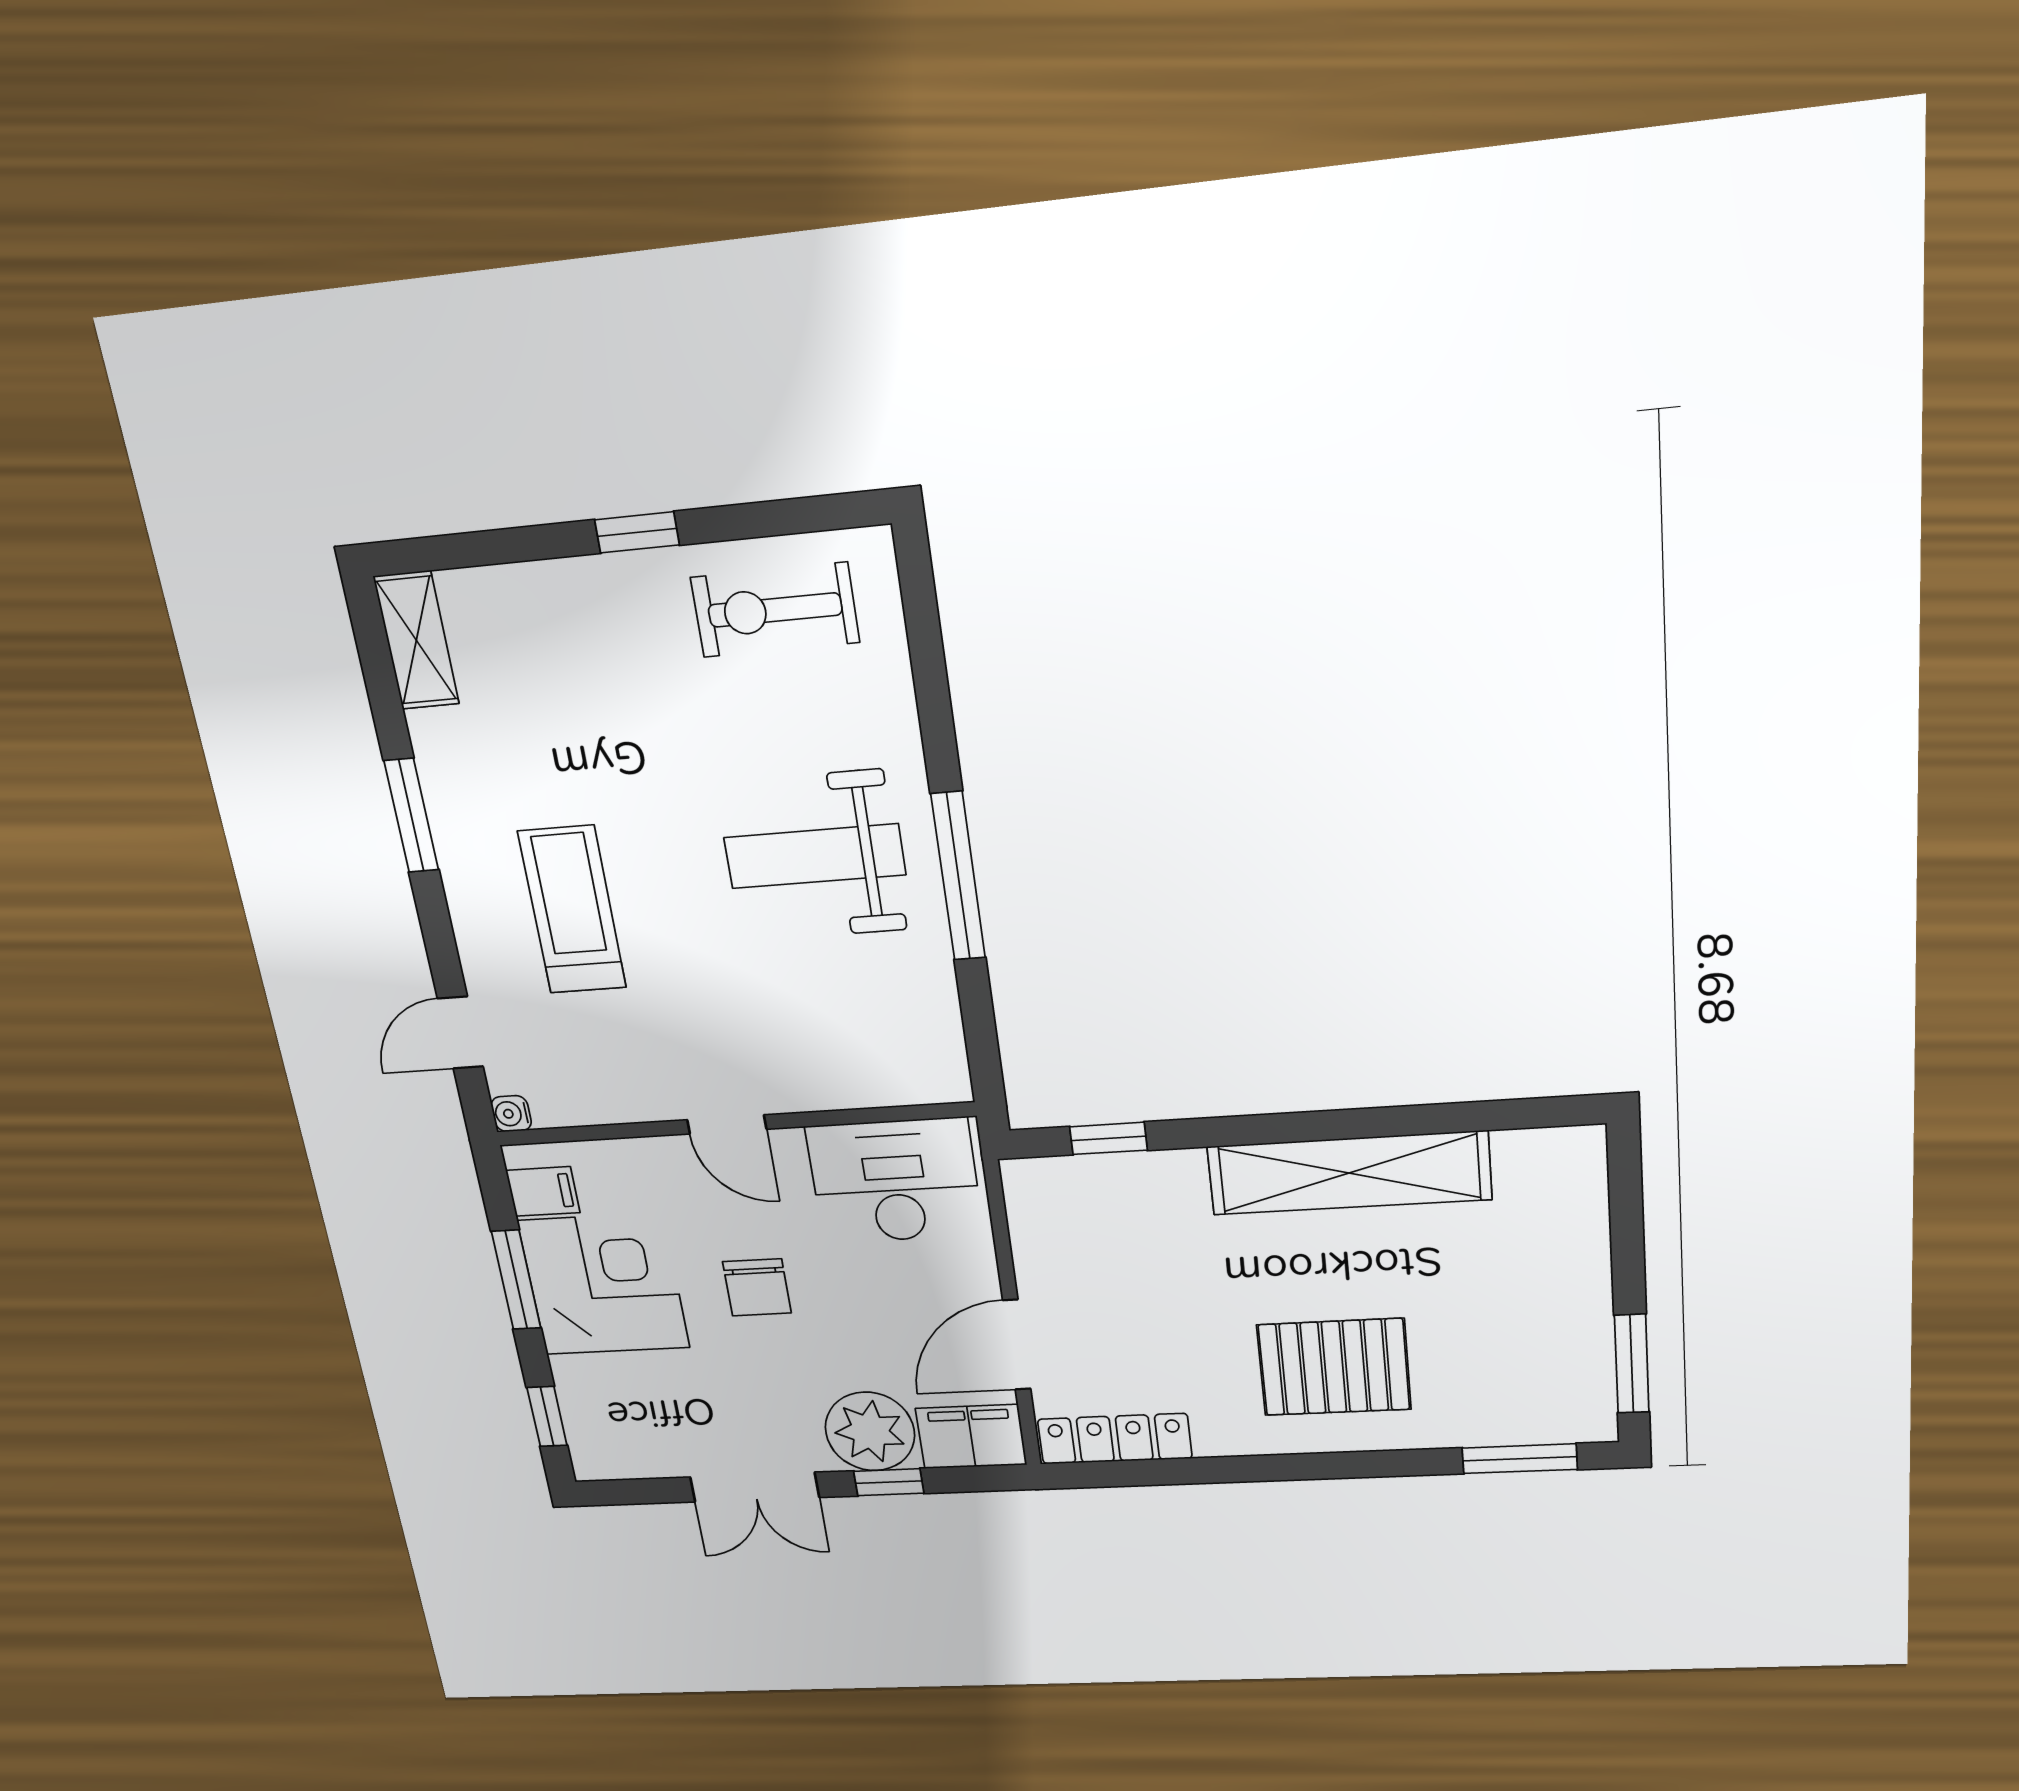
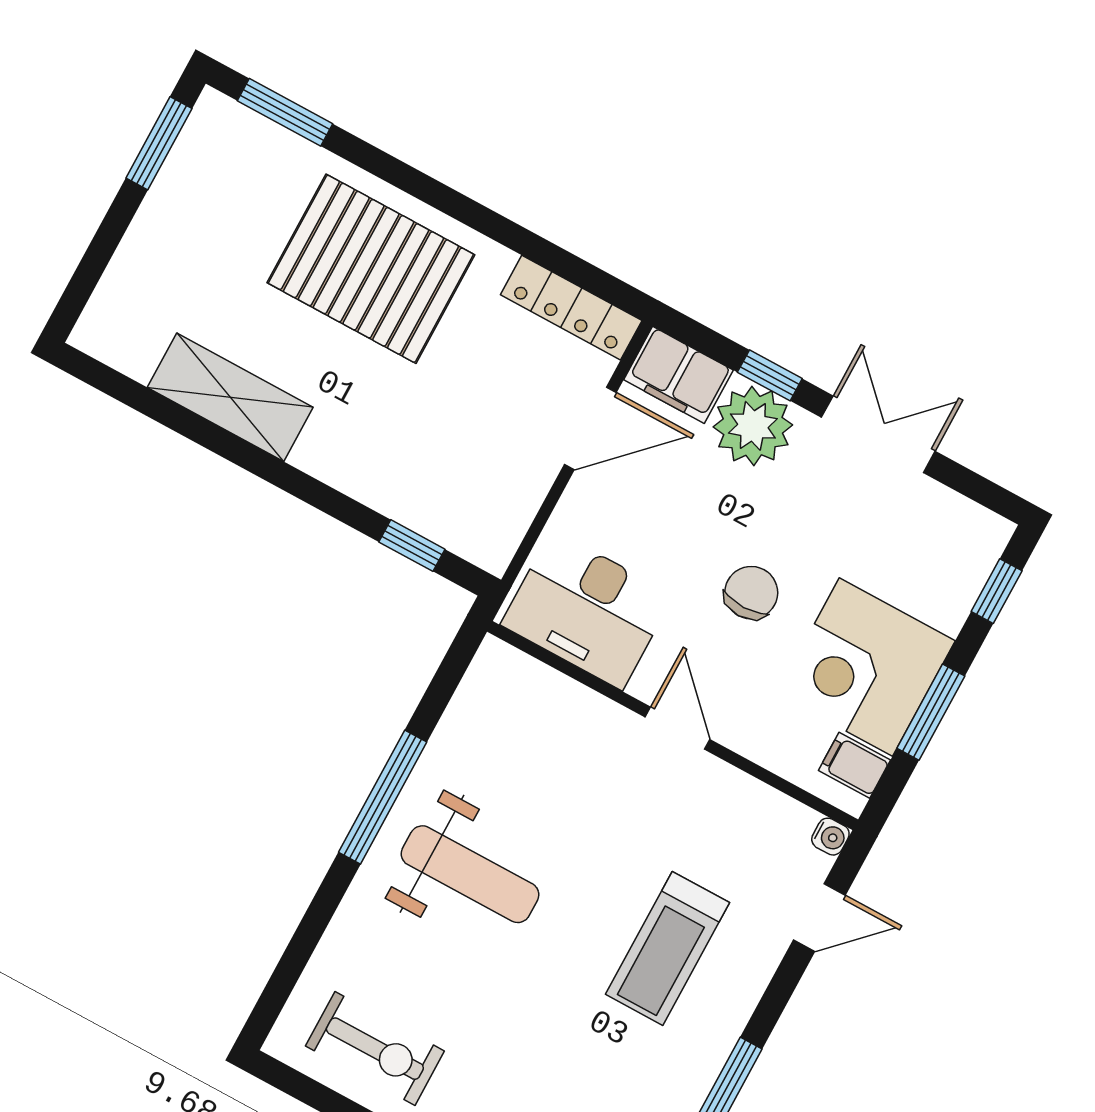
shelving: (1349, 1173) -> (230, 397), width x0.68
pallet: (1334, 1367) -> (371, 269), width x1.37, depth x1.41

